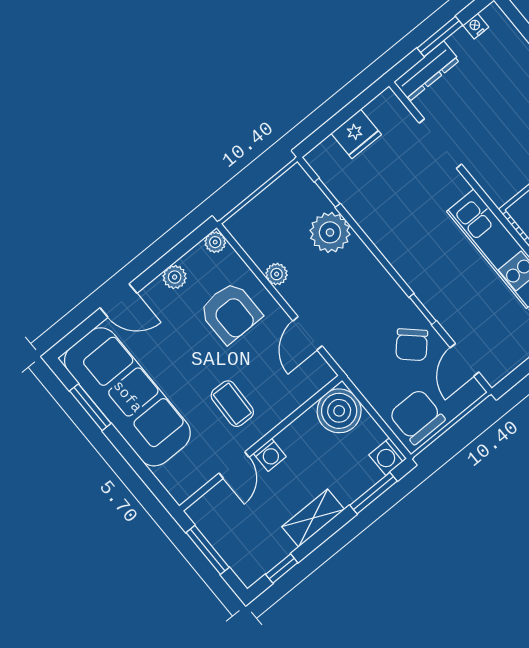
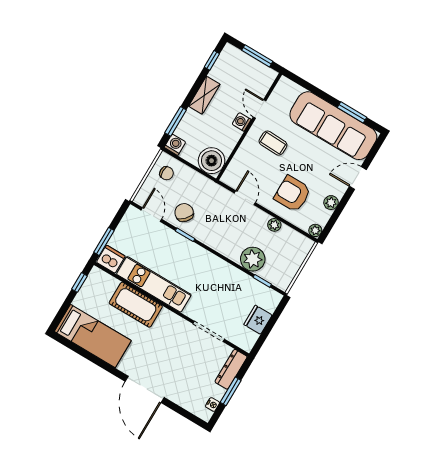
chair: (417, 417) -> (167, 173), width x0.54, depth x0.54

